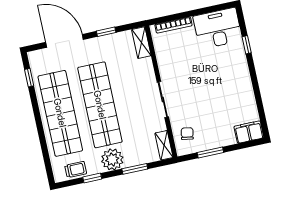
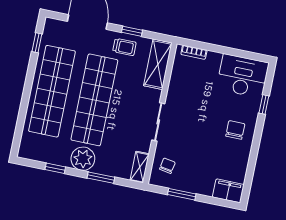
bookcase: (173, 25) -> (194, 52), width x0.64
shelving: (141, 43) -> (158, 64), width x1.50, depth x1.33
chair: (232, 77) -> (235, 130), added
trolley: (76, 170) -> (124, 47), moved

